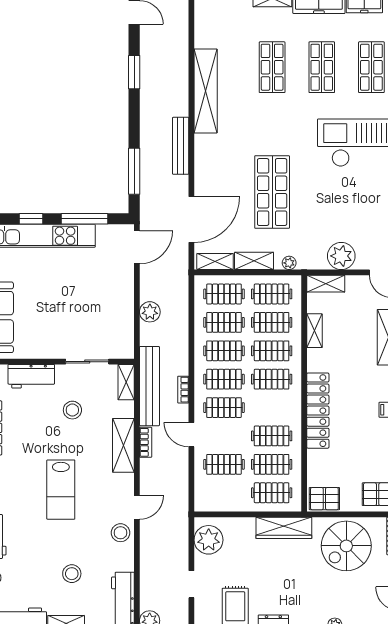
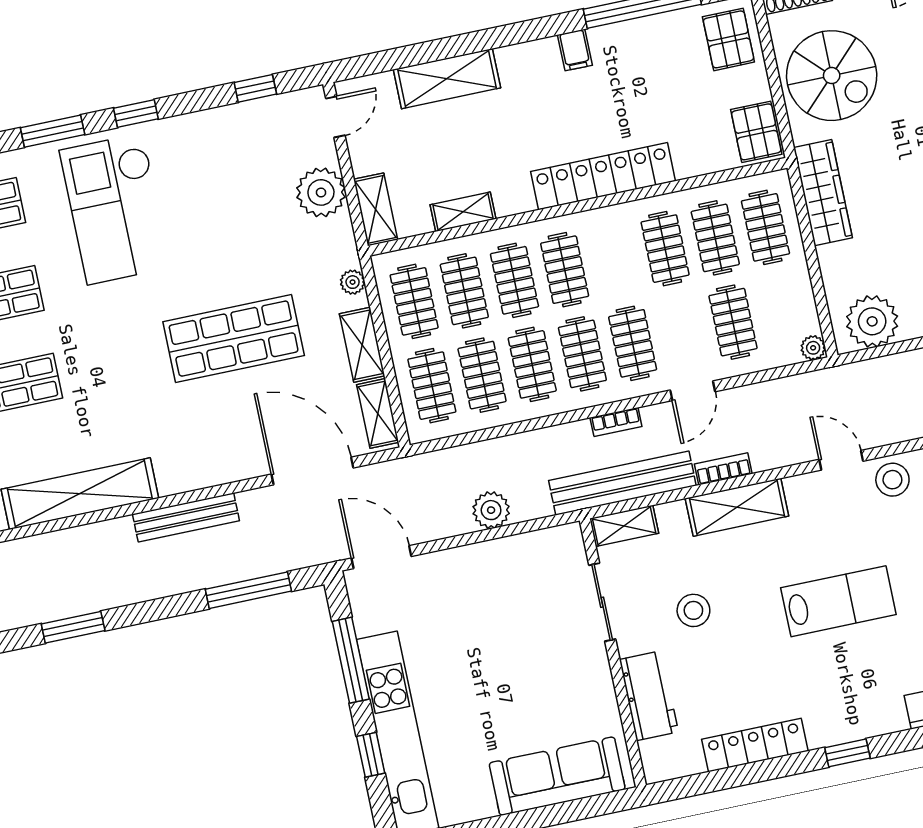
plant: (201, 505) -> (813, 348), added

